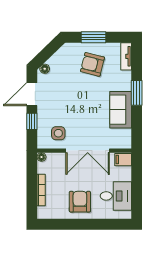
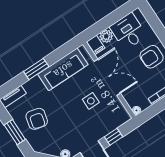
sofa: (121, 110) -> (63, 69), width x1.36
side table: (58, 133) -> (91, 101), moved
plant: (124, 174) -> (106, 36), added

